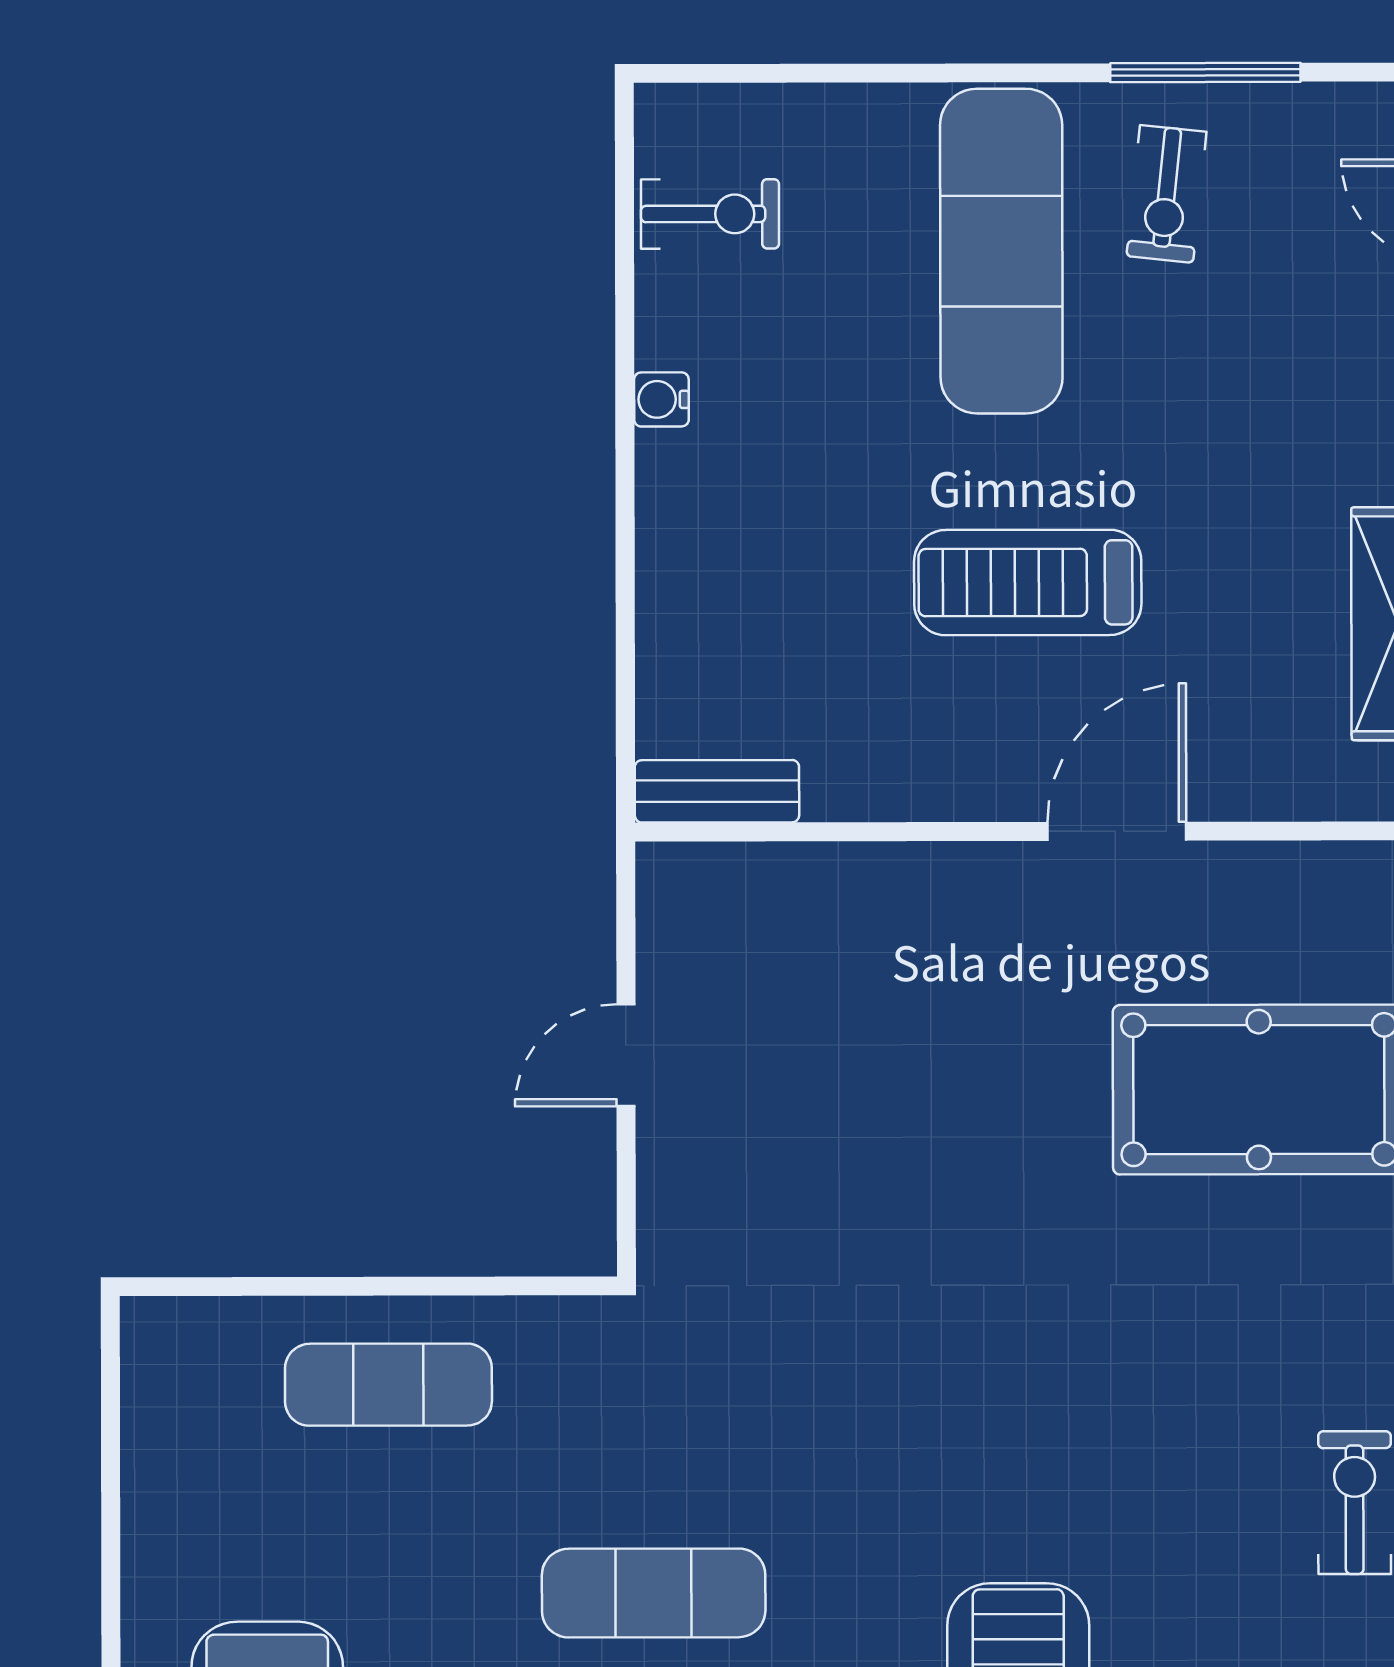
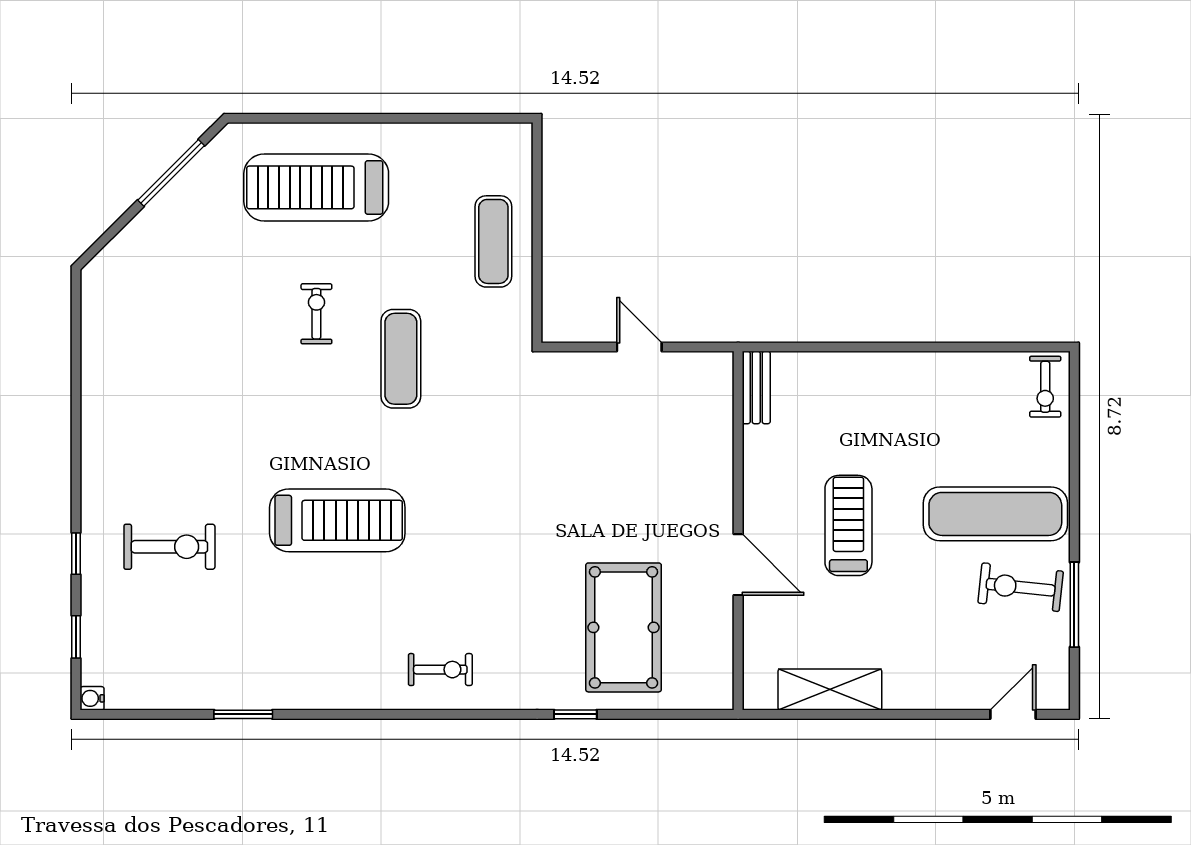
exercise bike: (1166, 194) -> (1021, 587), width x1.38, depth x1.39
exercise bike: (710, 214) -> (1045, 387), moved
water cooler: (661, 399) -> (930, 363), removed

